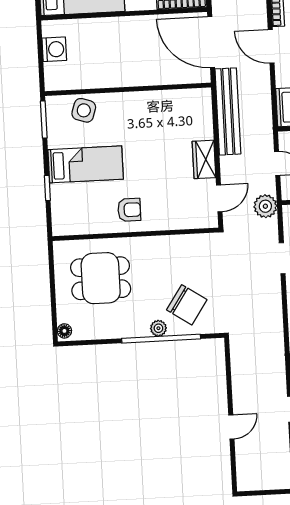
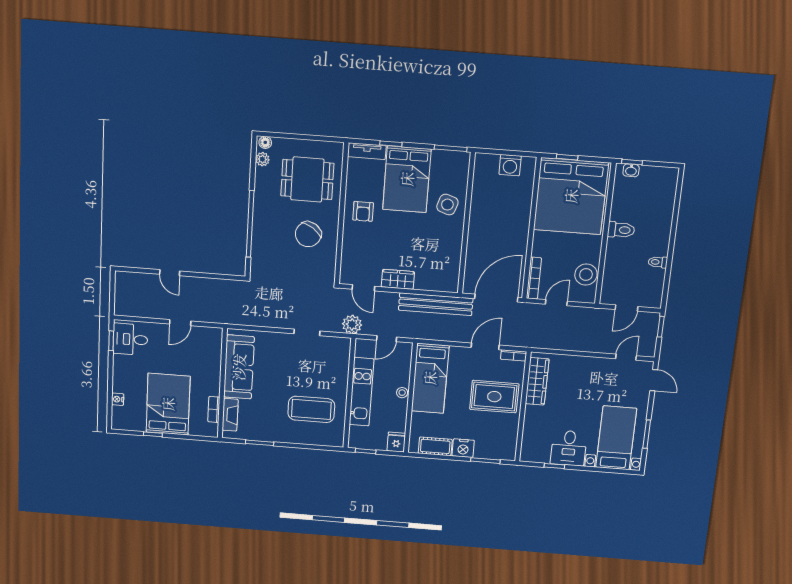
side table: (84, 110) -> (447, 205), moved
bed: (86, 164) -> (407, 179), width x1.50
tv unit: (59, 214) -> (367, 151), added
dining table: (101, 278) -> (307, 179), turned 90
chair: (187, 305) -> (308, 234), moved
plant: (158, 328) -> (262, 159), moved

